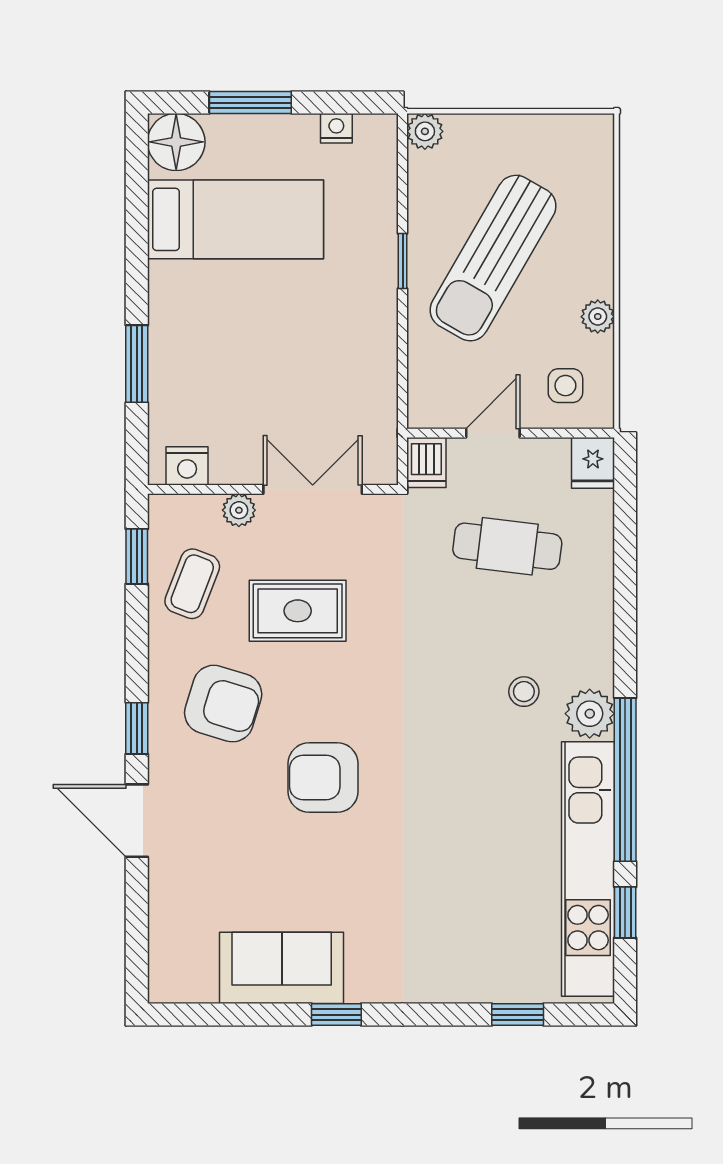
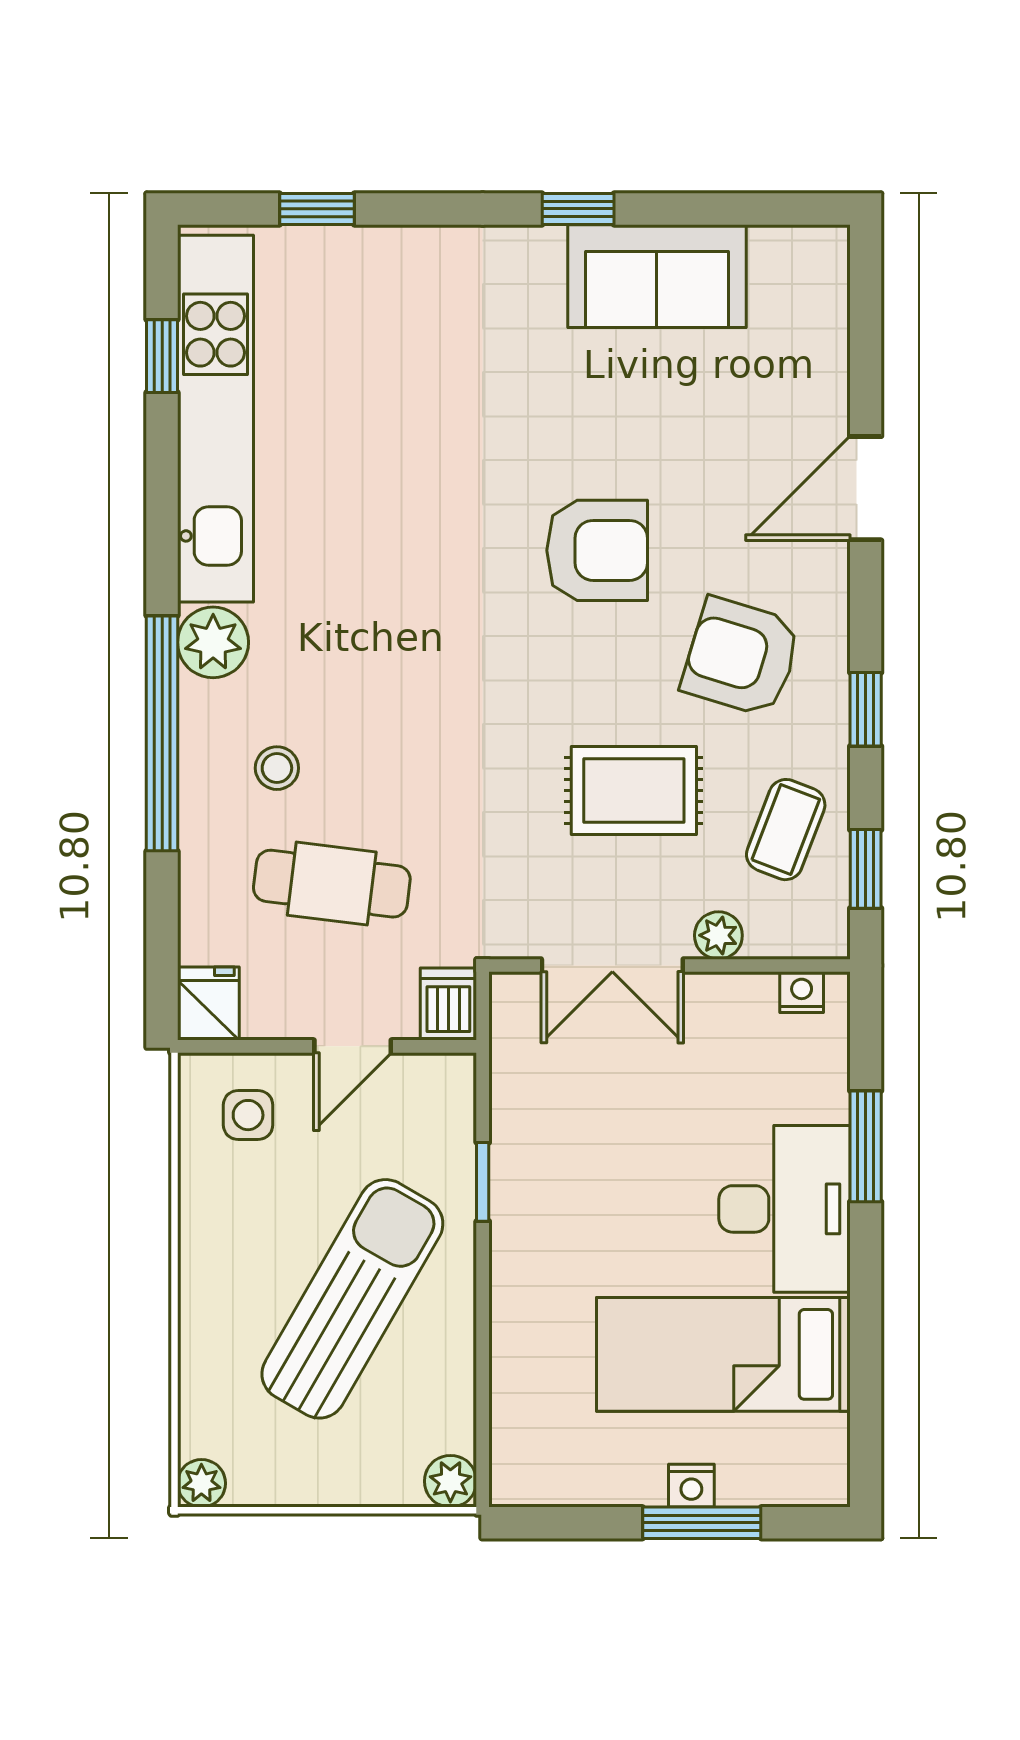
nightstand: (336, 128) -> (691, 1486), moved
floor lamp: (176, 142) -> (809, 1466), removed
window: (403, 261) -> (483, 1182), moved
plant: (598, 317) -> (201, 1483), moved
desk: (193, 320) -> (784, 1209), added
nightstand: (187, 466) -> (802, 992), width x0.72, depth x0.74
stool: (524, 692) -> (277, 768), moved
window: (137, 728) -> (866, 709), moved
window: (625, 780) -> (162, 733), moved
door: (137, 821) -> (866, 488), swing flipped

